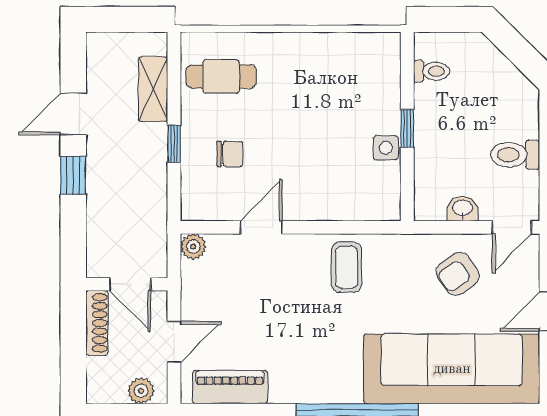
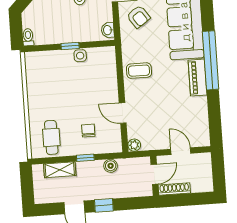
toilet: (431, 71) -> (28, 37), moved
boiler: (154, 195) -> (111, 166), added
washbasin: (463, 209) -> (108, 30), moved
piano: (230, 387) -> (198, 78), moved
plant: (141, 391) -> (205, 165), removed

